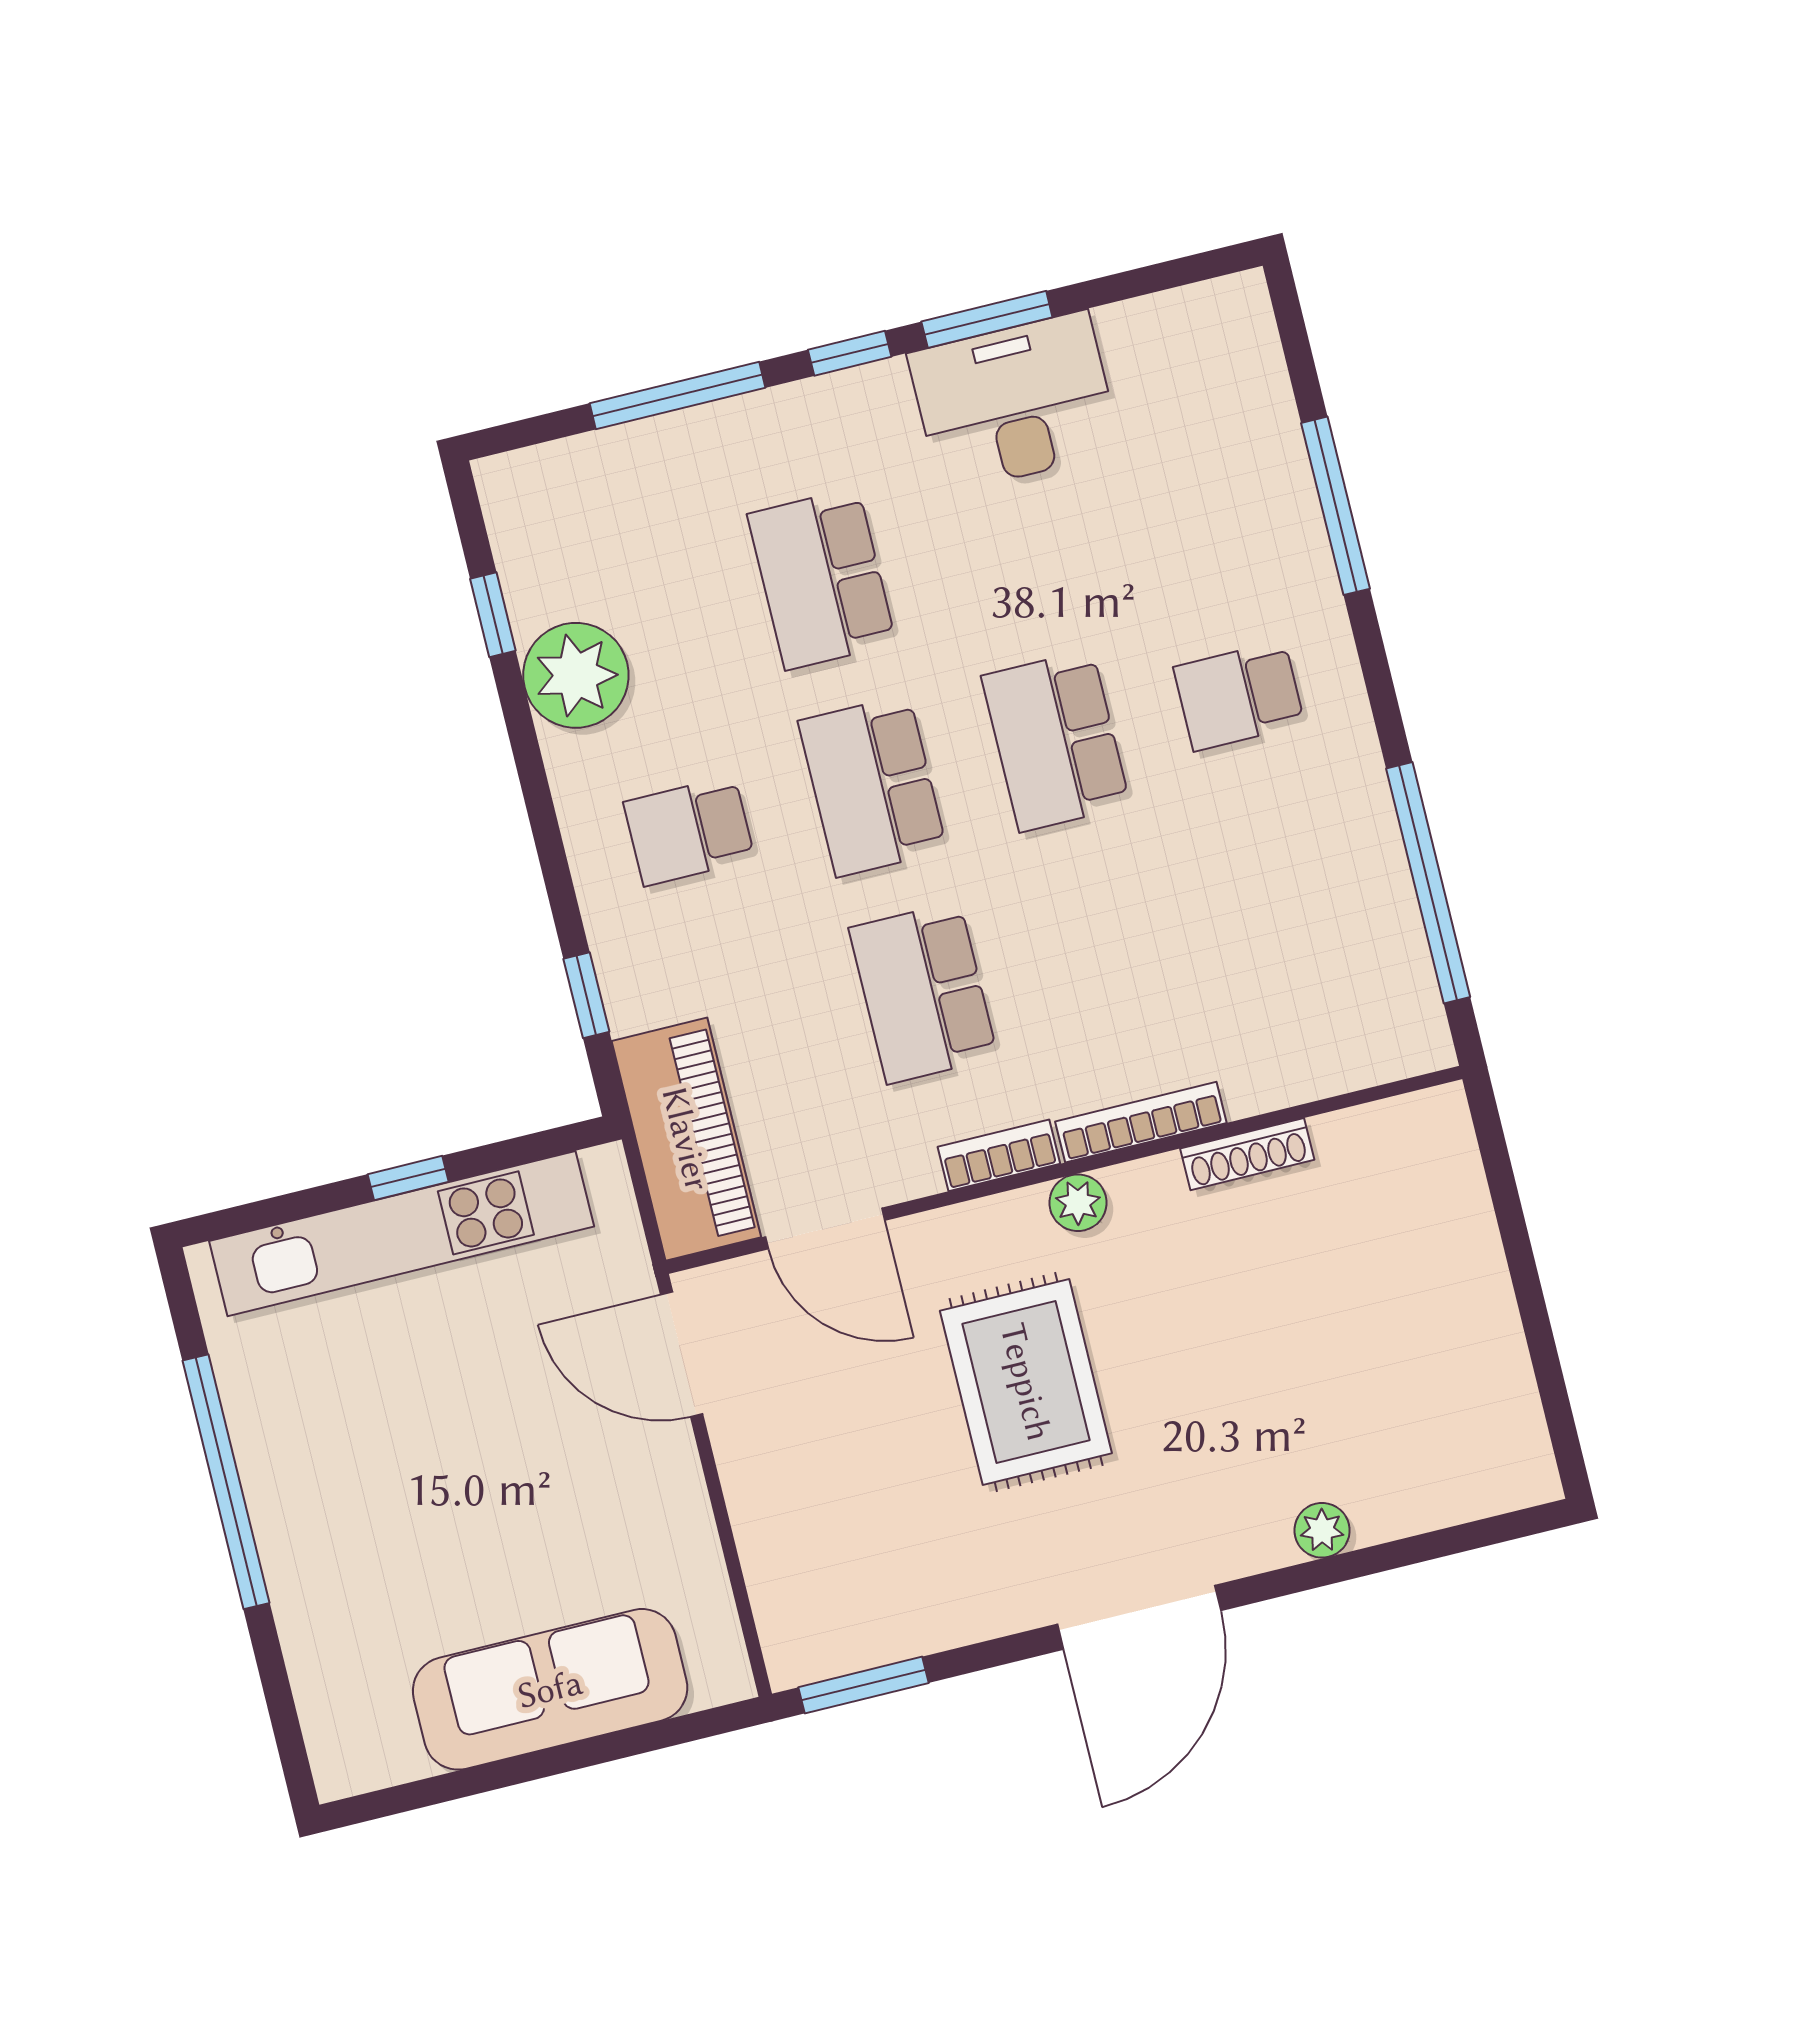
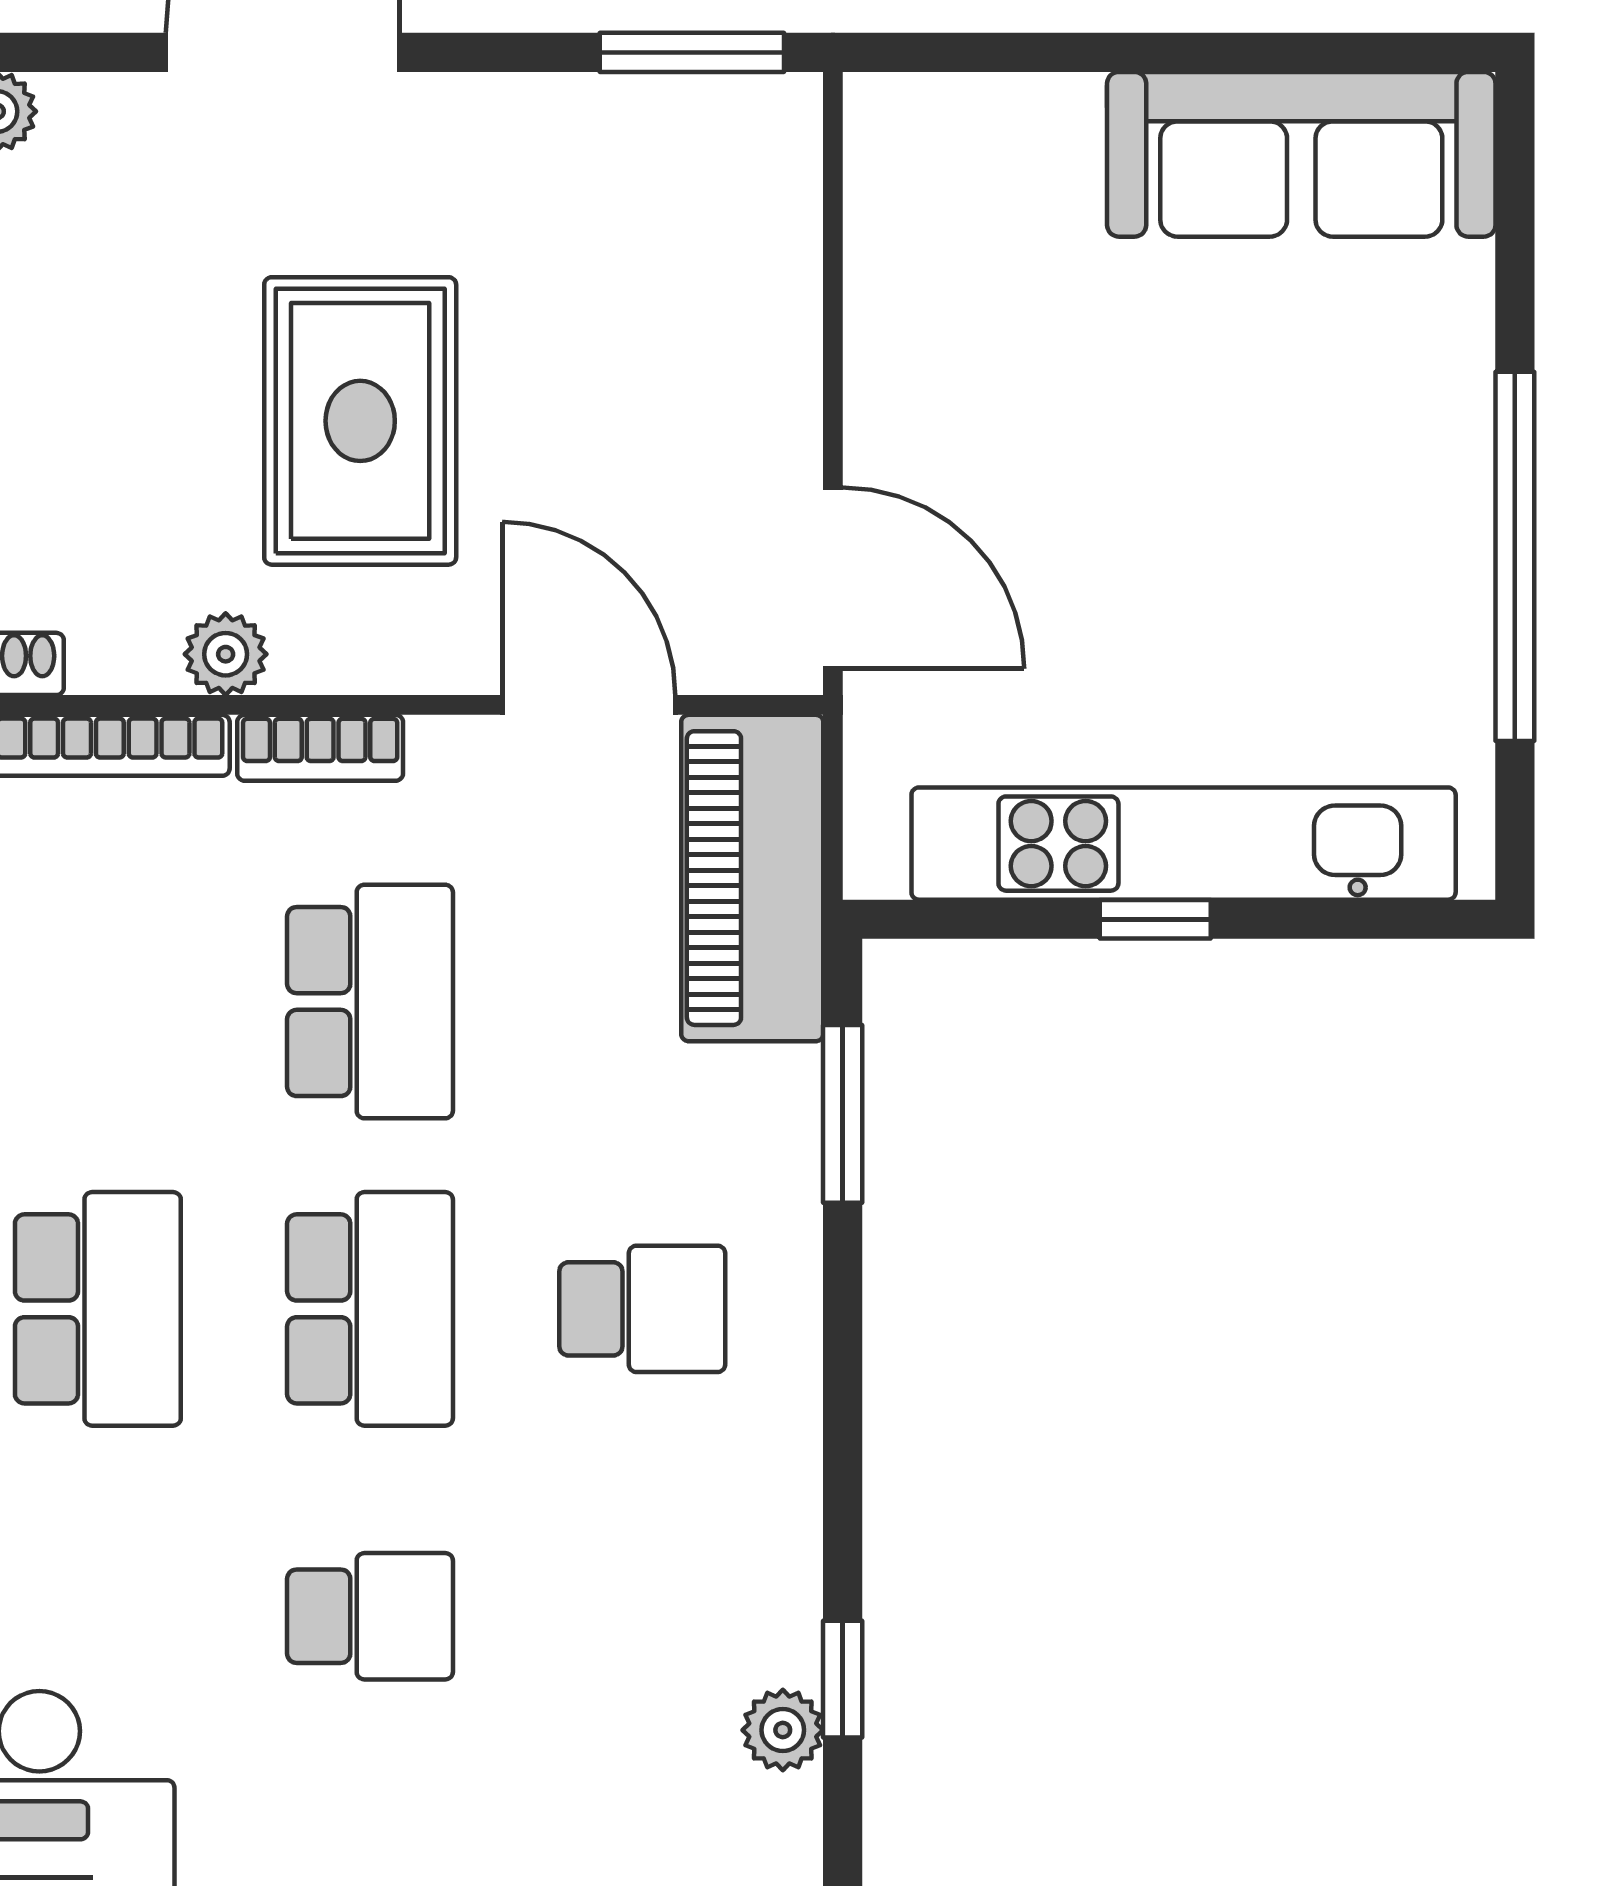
school desk: (822, 579) -> (370, 1616), width x0.54
plant: (576, 675) -> (783, 1730), moved, width x0.53, depth x0.53
window: (586, 995) -> (843, 1114), width x1.50
sofa: (550, 1689) -> (1301, 154), moved

